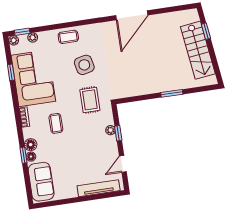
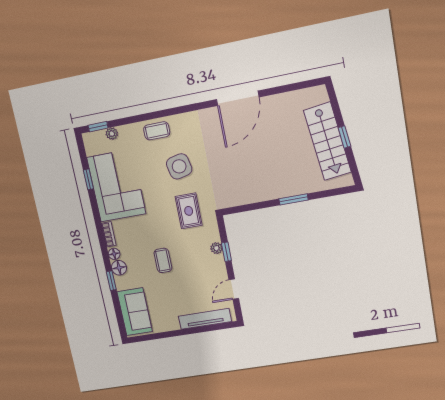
window: (206, 31) -> (344, 137), moved
plant: (14, 40) -> (88, 138), removed
coffee table: (56, 123) -> (163, 260), moved
floor lamp: (31, 157) -> (114, 254), moved

